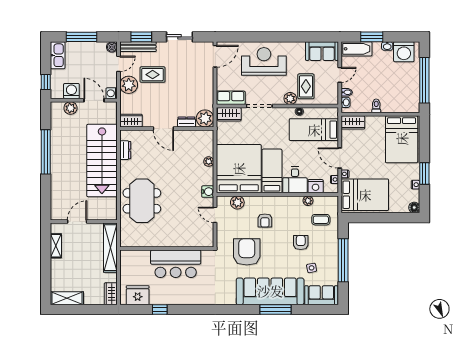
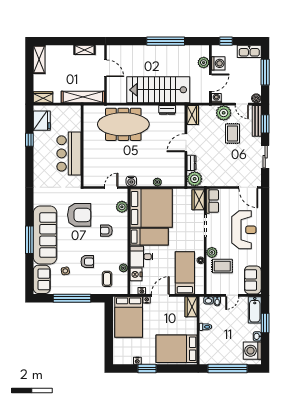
door: (340, 75) -> (232, 295), hinge flipped
meeting table: (142, 201) -> (123, 124), width x1.36
floor lamp: (414, 207) -> (118, 360), removed

